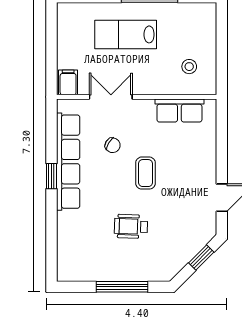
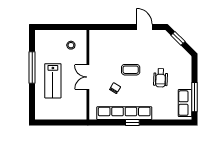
filing cabinet: (68, 82) -> (80, 113), removed
double door: (111, 97) -> (88, 77), moved
row of seats: (179, 111) -> (185, 103), moved, turned 180
window: (122, 287) -> (194, 97), moved

